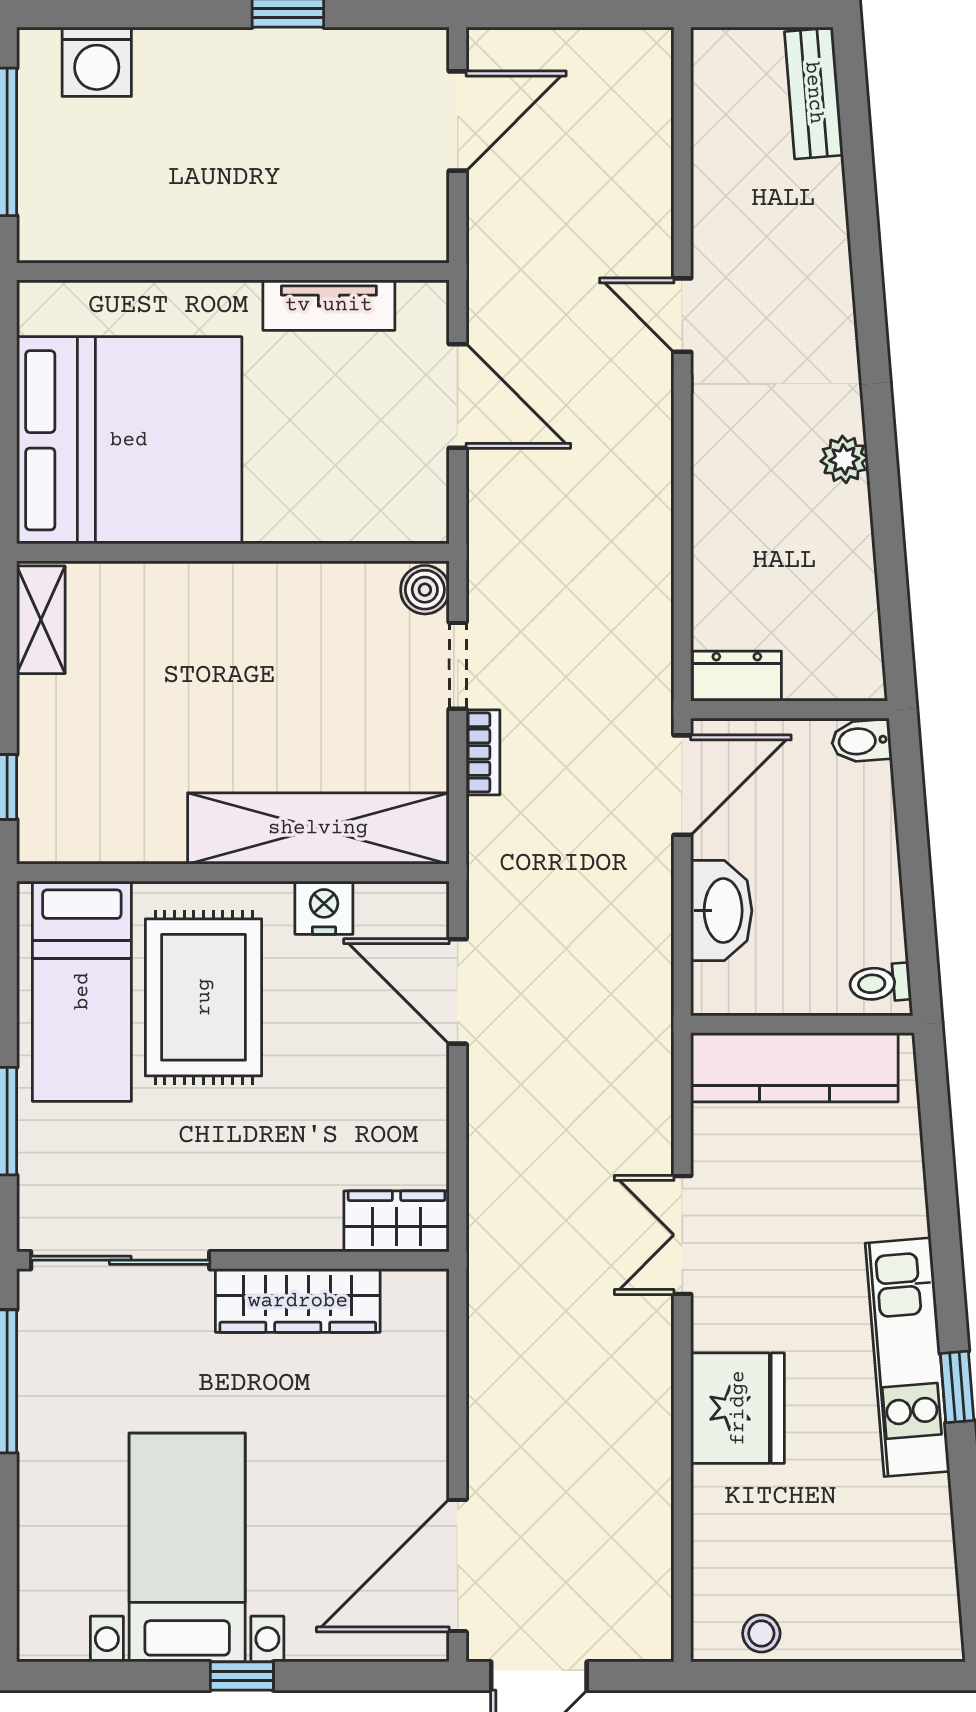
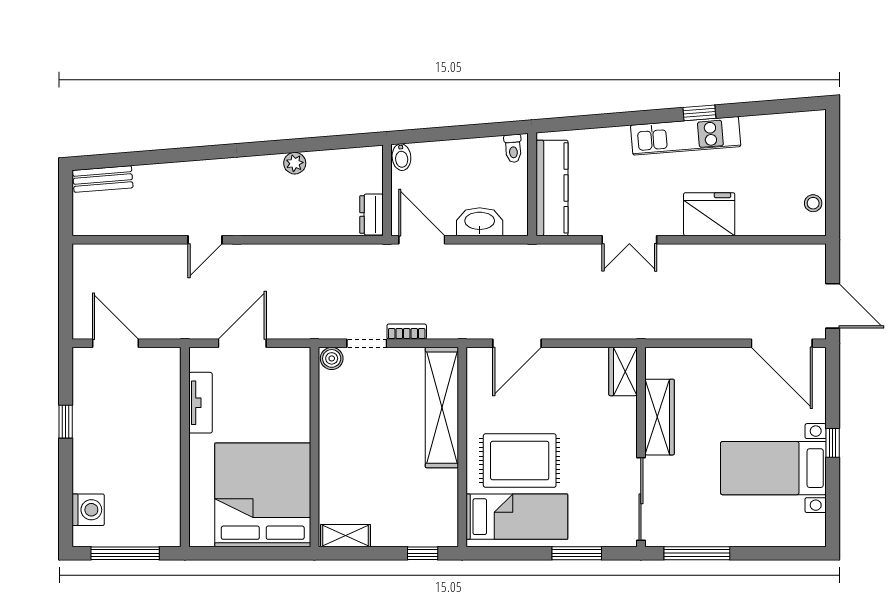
plant: (844, 459) -> (295, 163), moved
nightstand: (324, 908) -> (478, 405), removed

